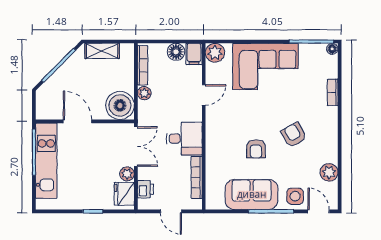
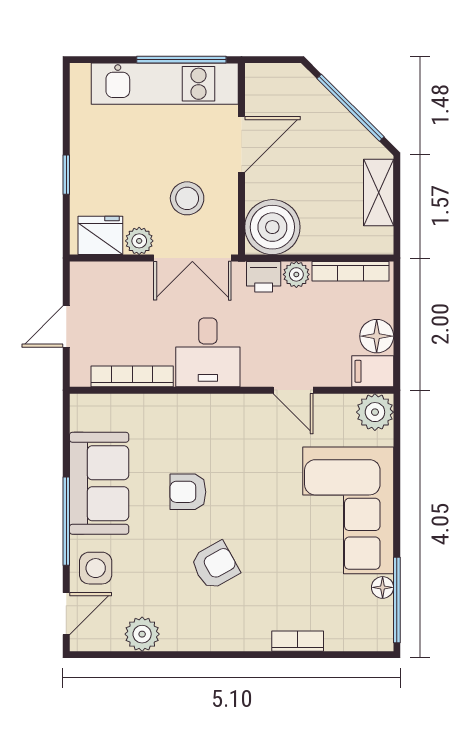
floor lamp: (332, 49) -> (383, 587), moved
stool: (105, 149) -> (187, 198), added
printer: (145, 189) -> (264, 277), moved

